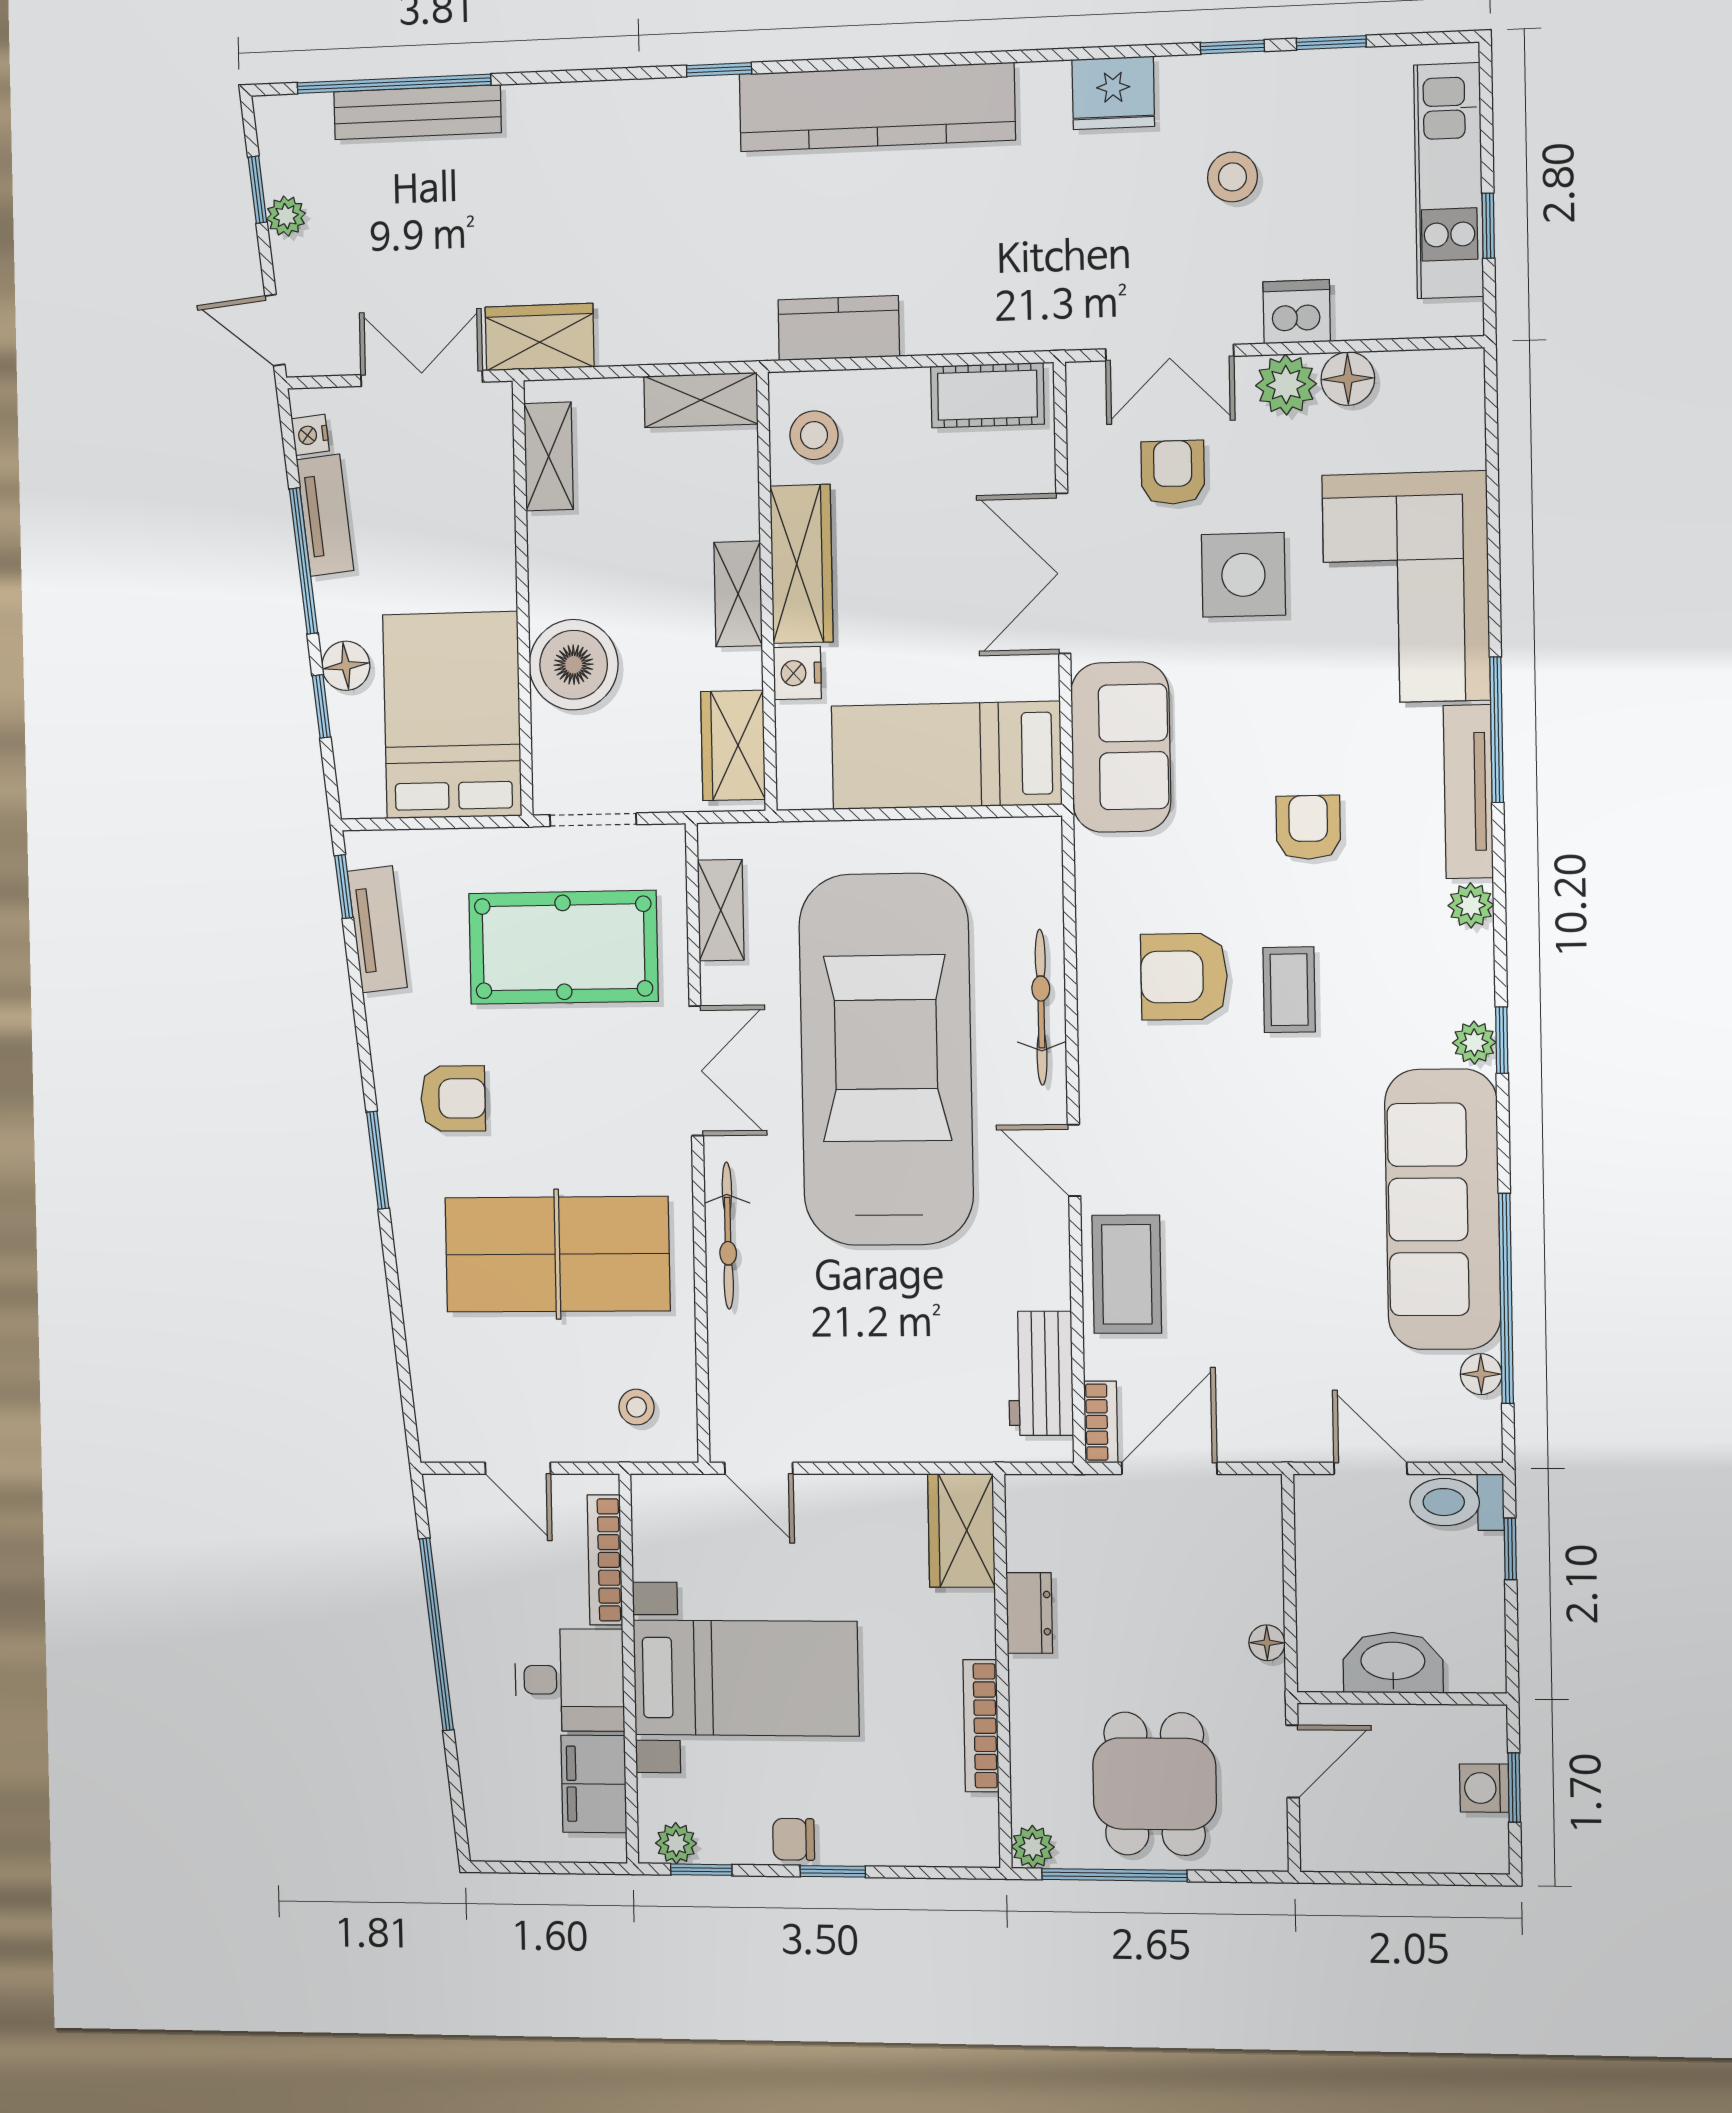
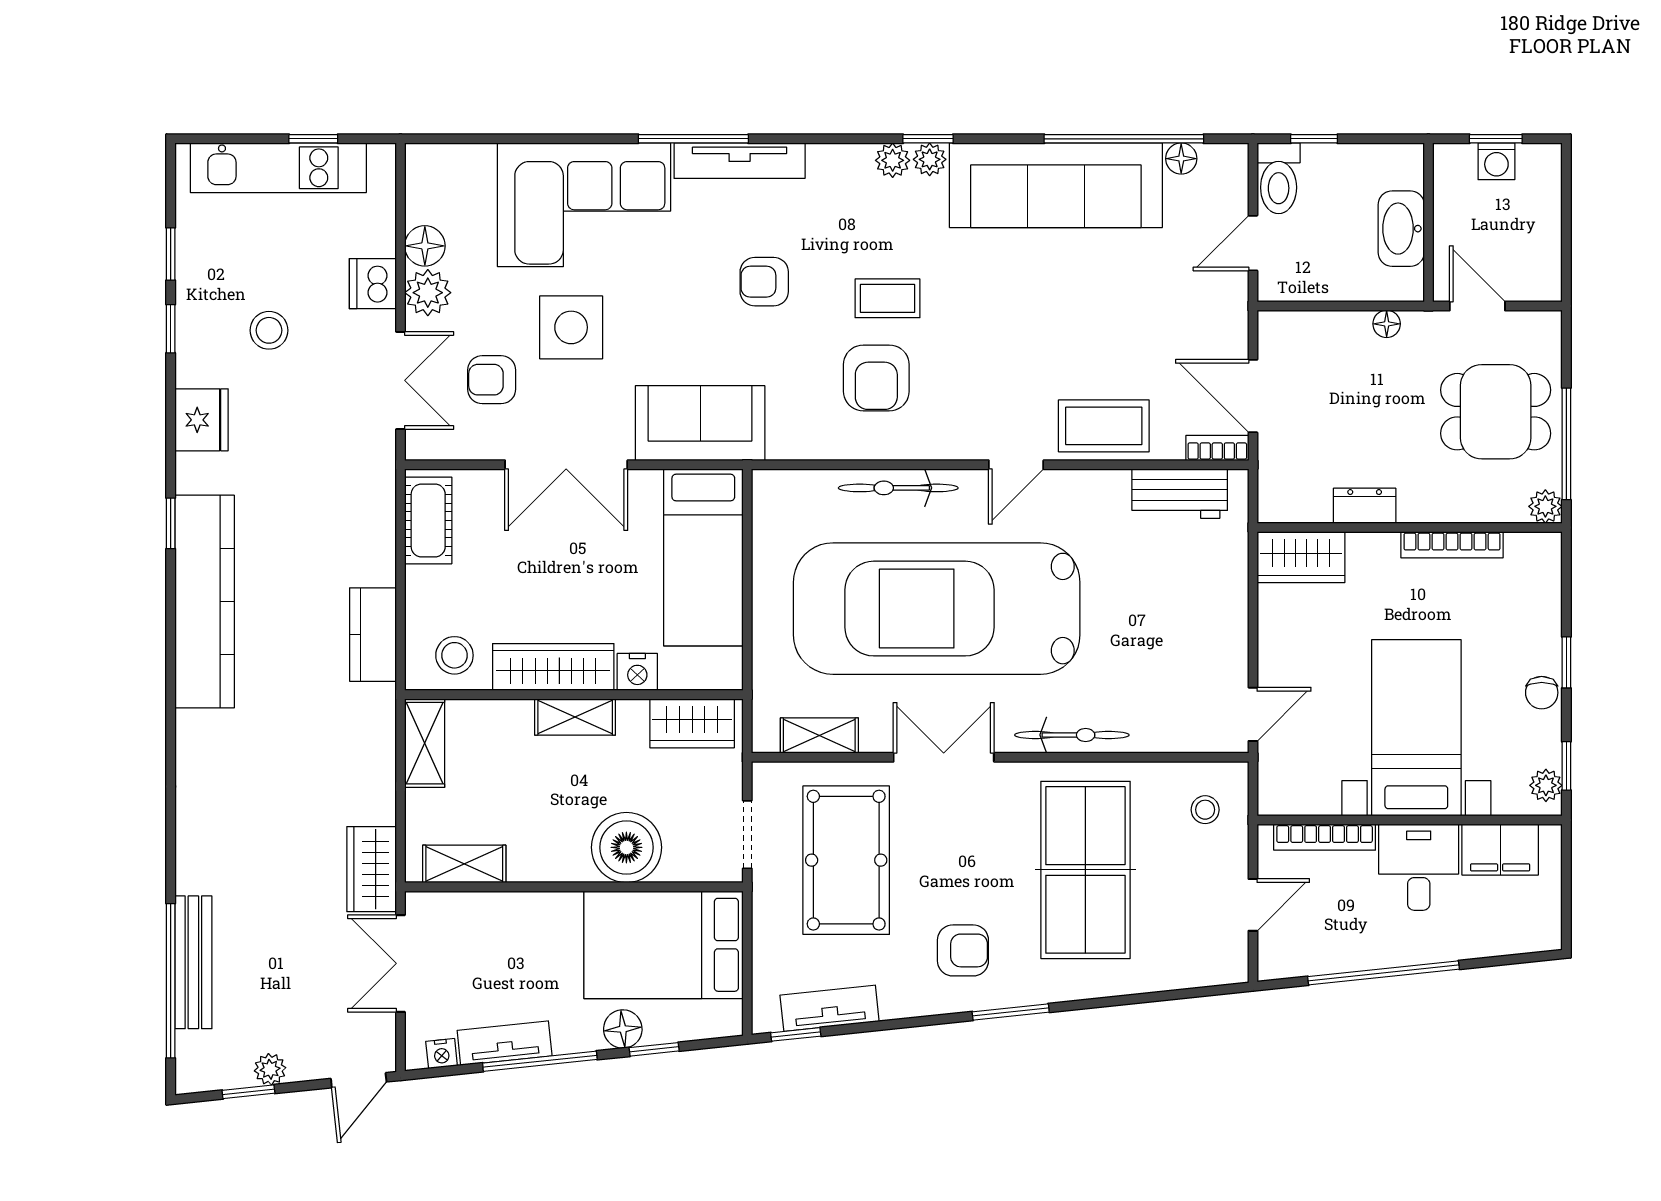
window: (719, 70) -> (171, 523), moved
plant: (1471, 905) -> (893, 160), moved
armchair: (453, 1099) -> (963, 950), turned 90

